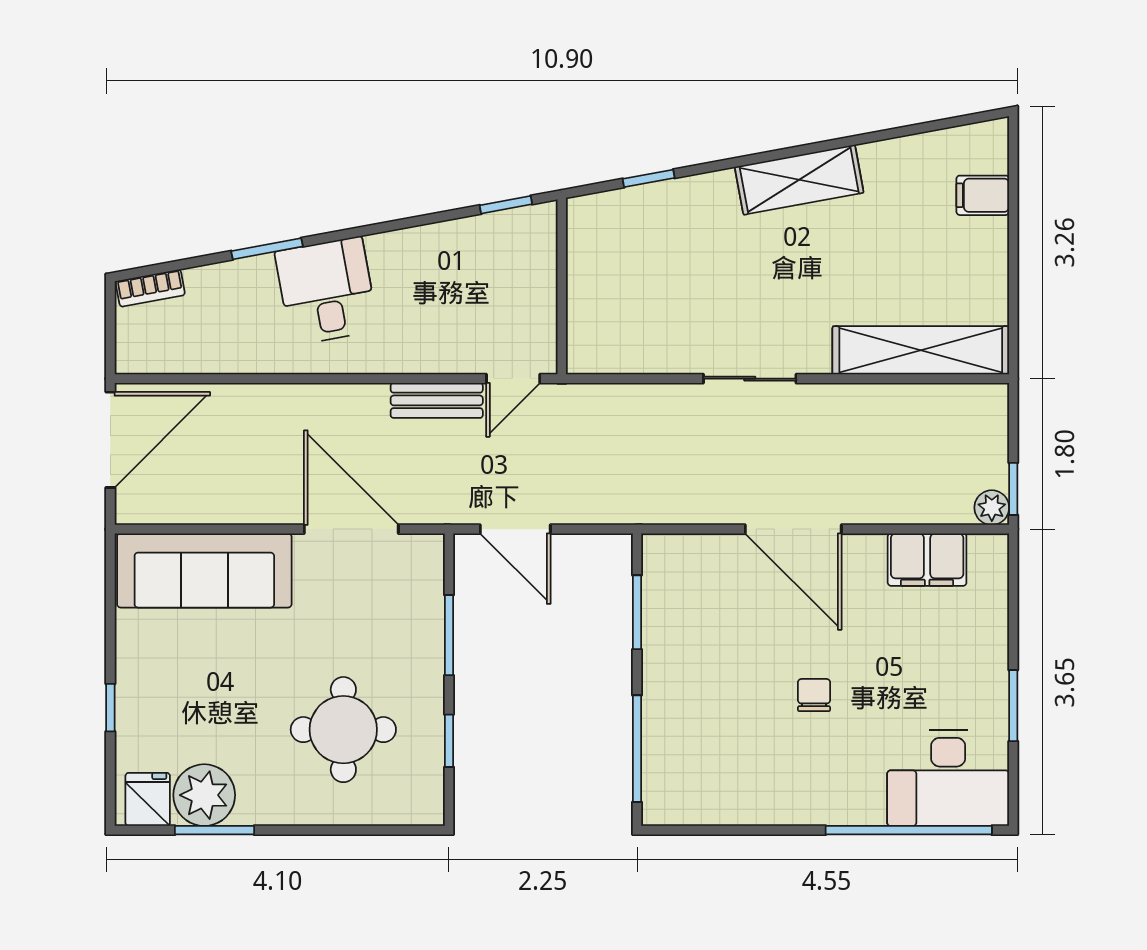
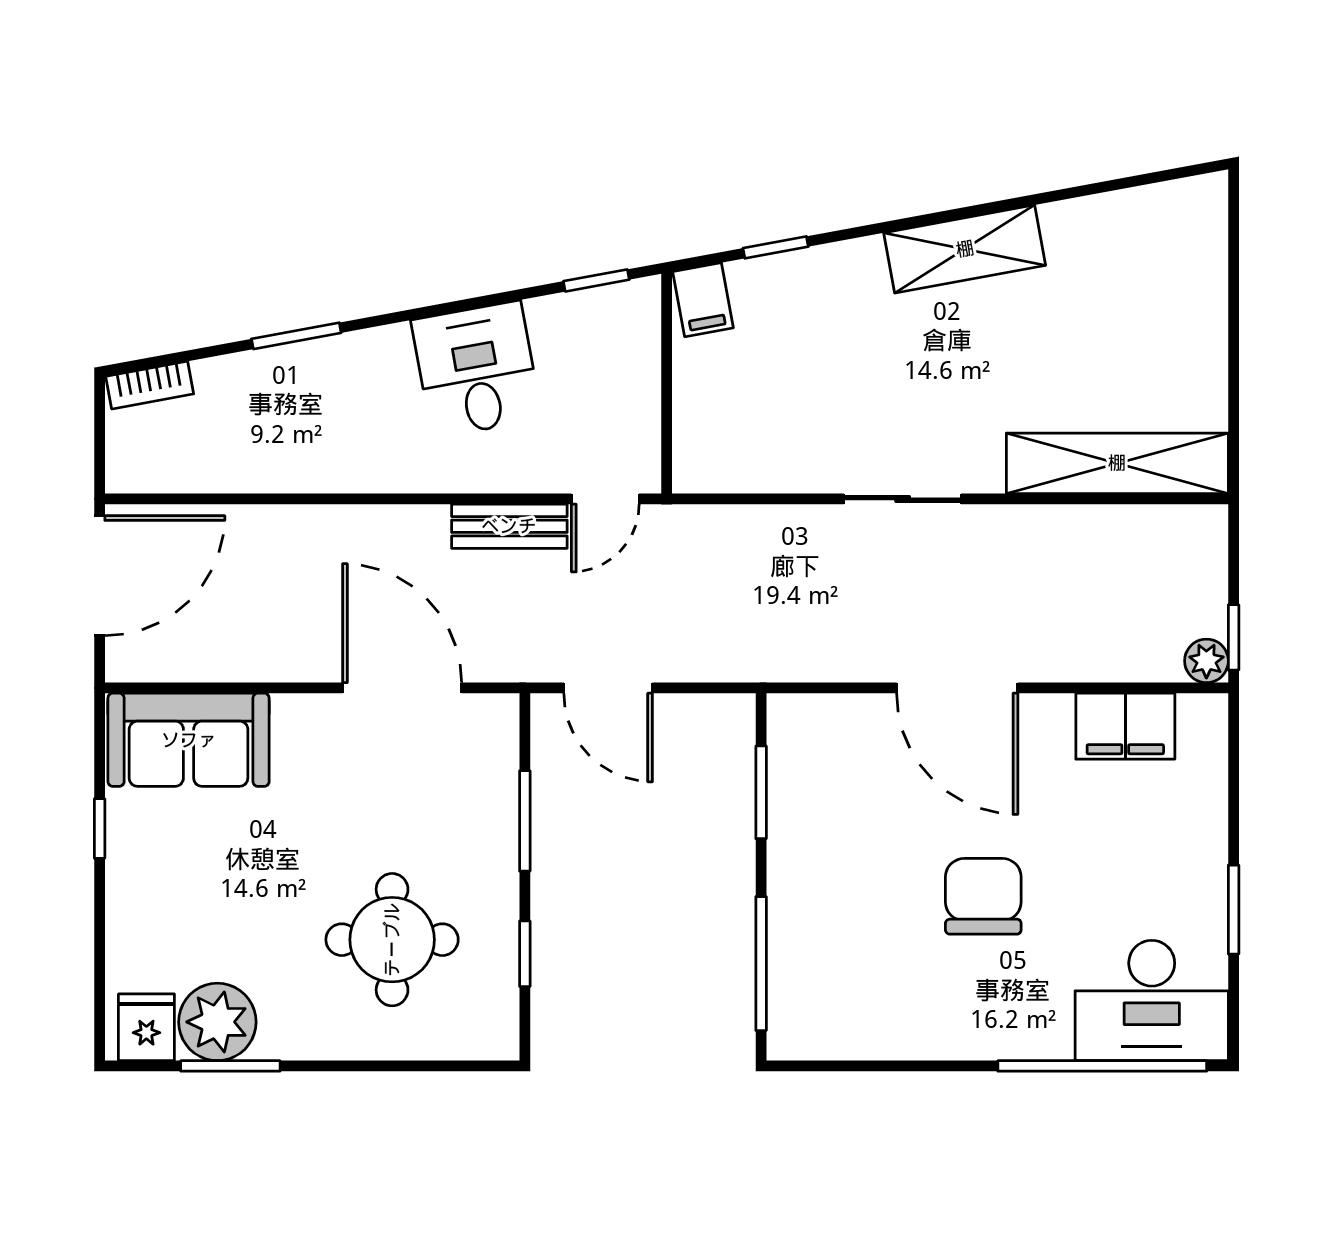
filing cabinet: (983, 195) -> (703, 300), moved, turned -100
desk: (327, 291) -> (476, 369), moved
sofa: (204, 570) -> (189, 740), width x0.73
chair: (814, 695) -> (983, 896), width x1.87, depth x1.87
window: (110, 708) -> (100, 829), moved

